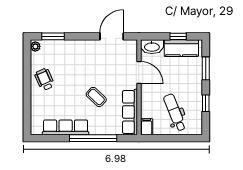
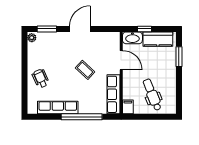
door: (112, 36) -> (80, 29), moved
window: (178, 36) -> (145, 29), moved
wheelchair: (44, 79) -> (41, 78), moved
coffee table: (96, 97) -> (85, 70), moved
window: (206, 103) -> (179, 87), removed

